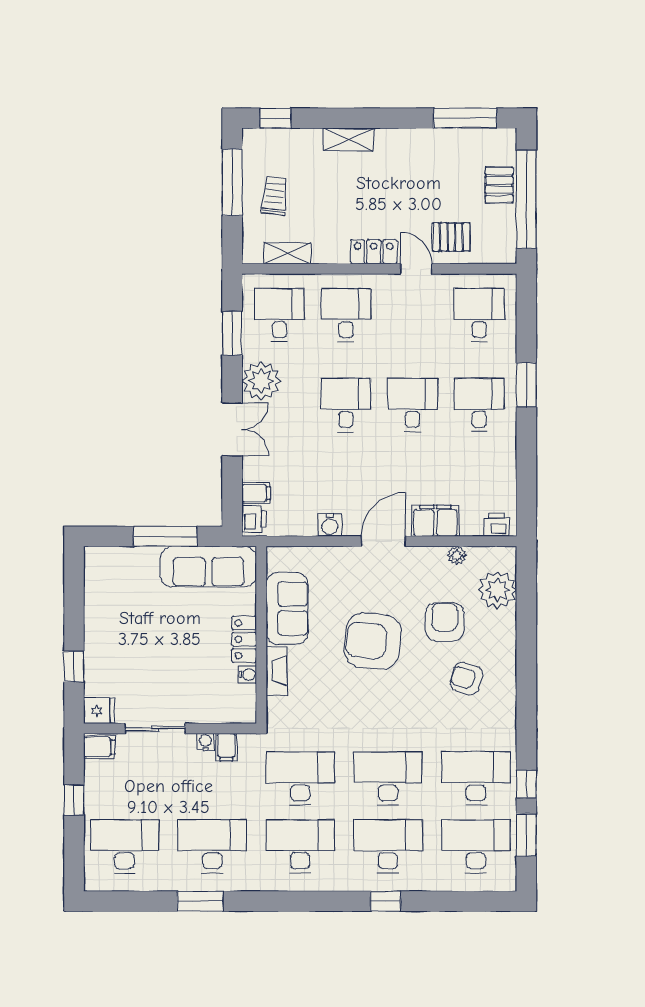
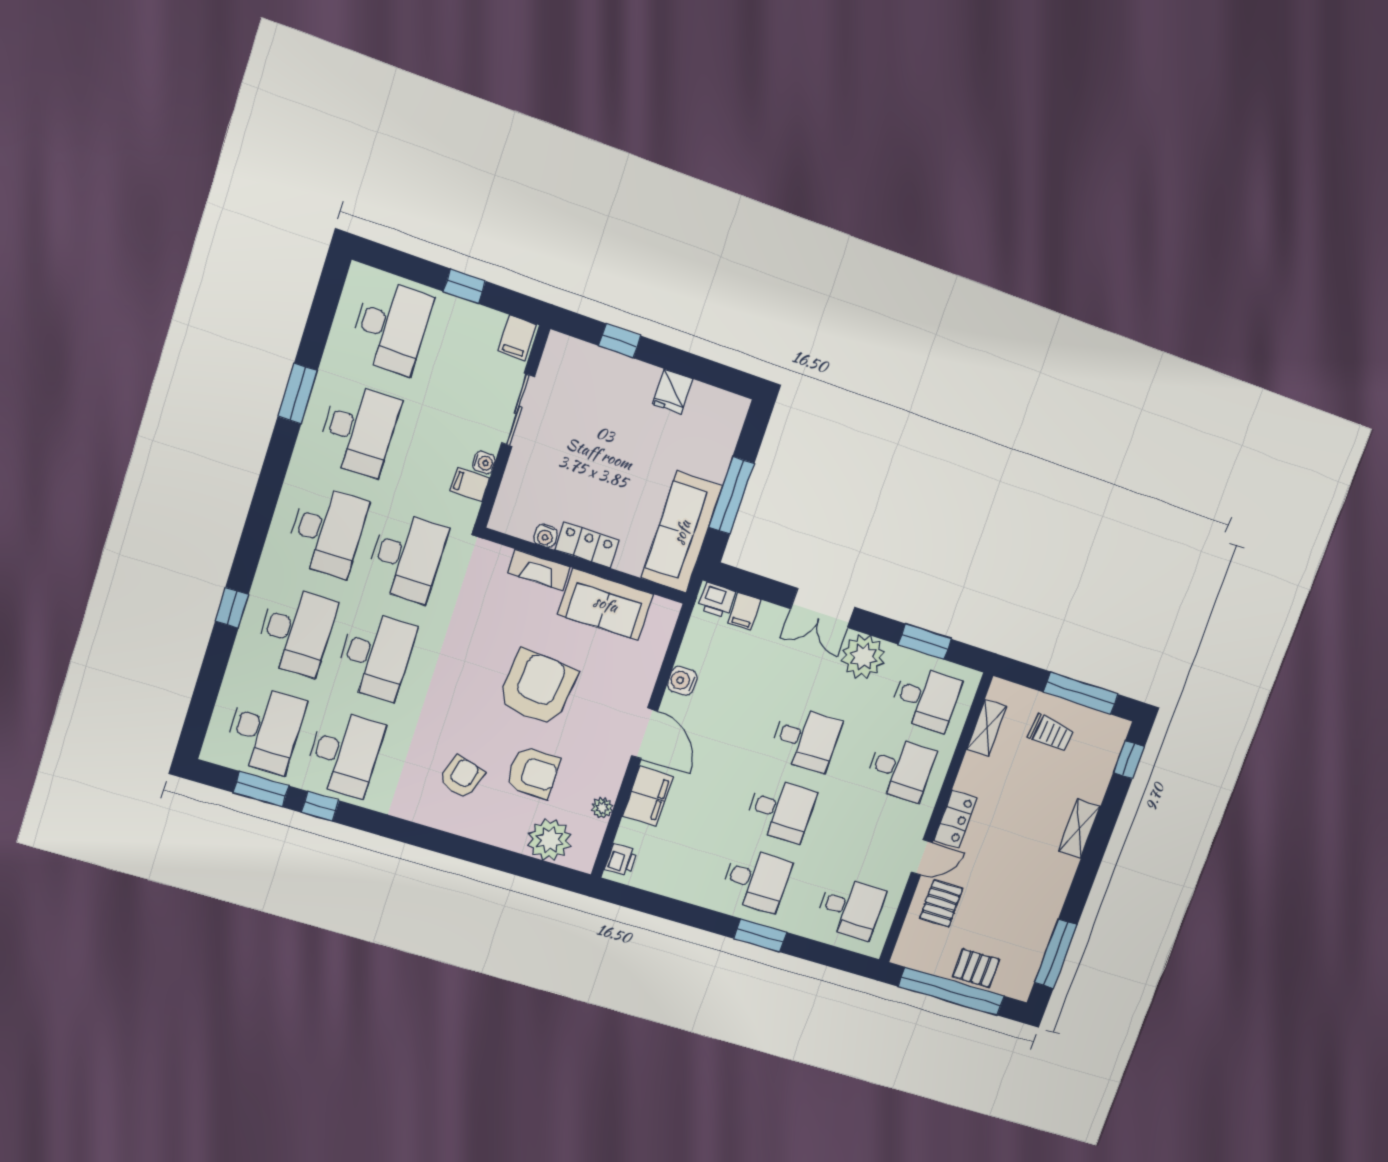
fridge: (99, 711) -> (672, 391), moved

